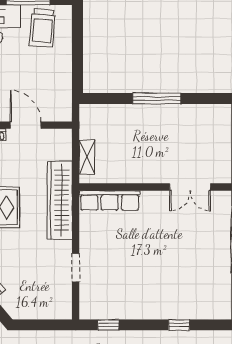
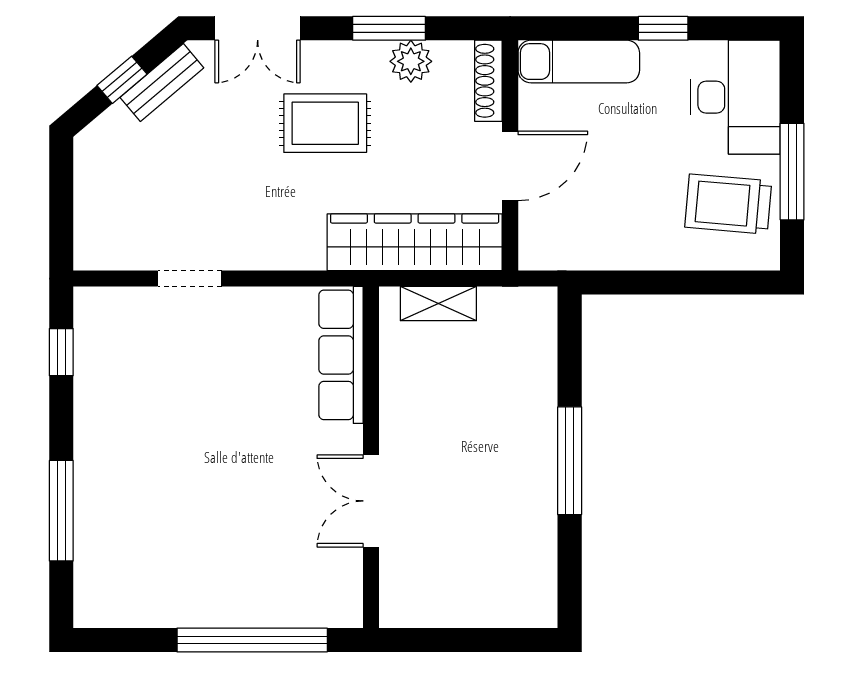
double door: (190, 187) -> (371, 501), moved
wardrobe: (60, 200) -> (415, 242), moved
window: (179, 325) -> (61, 511), width x2.17

